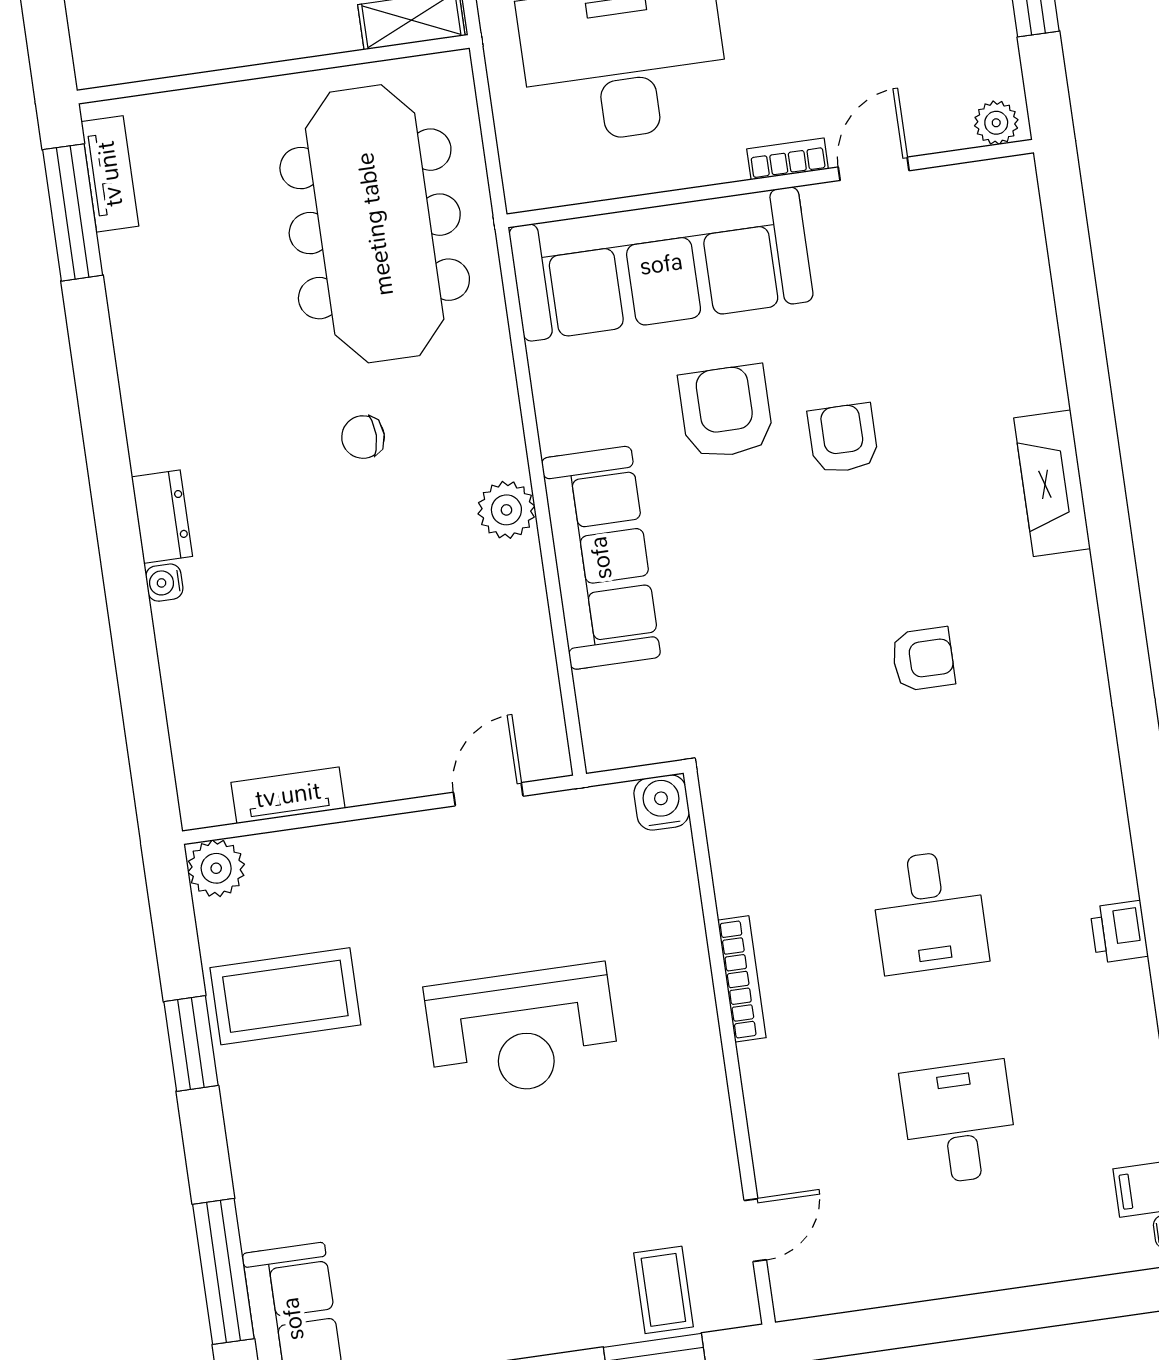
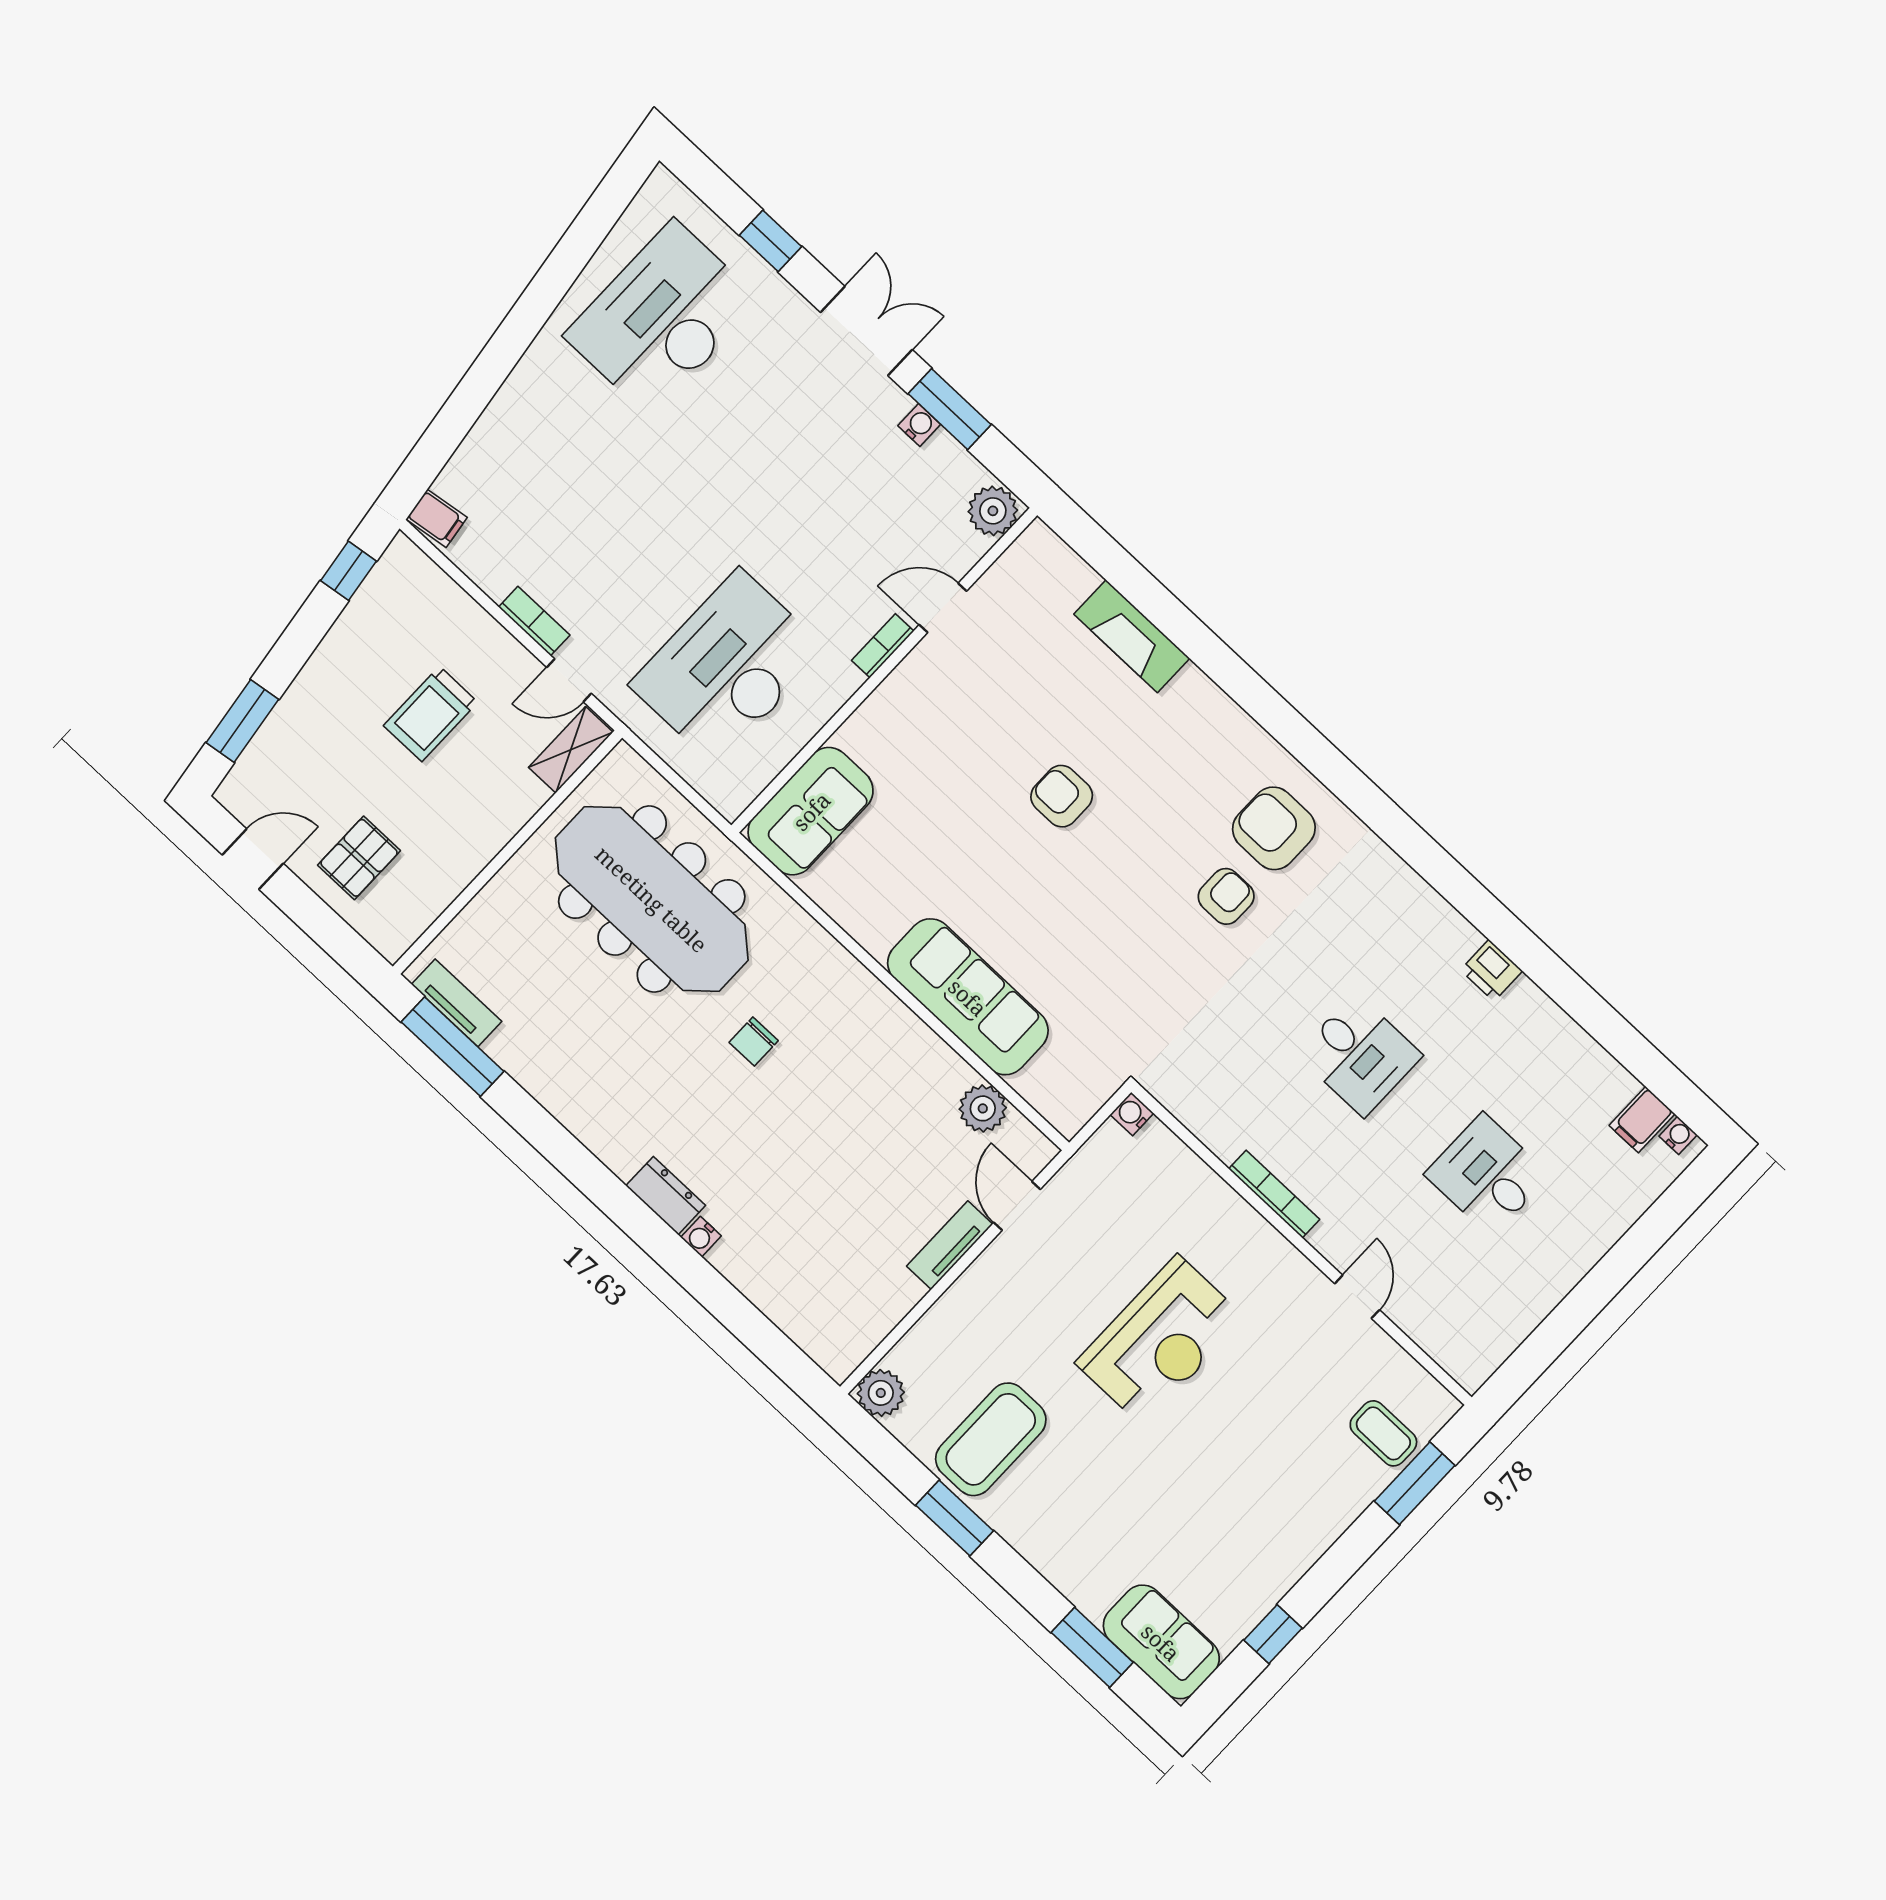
plant: (996, 123) -> (993, 511), width x1.38, depth x1.38
door: (874, 169) -> (943, 608), hinge flipped
sofa: (661, 264) -> (811, 811), width x0.54, depth x0.79
armchair: (726, 412) -> (1274, 828), moved
fireplace: (1052, 483) -> (1132, 636), moved
plant: (506, 510) -> (983, 1108), moved
tv unit: (288, 795) -> (950, 1245), moved
water cooler: (662, 802) -> (1132, 1114), width x0.72, depth x0.72
door: (755, 1230) -> (1357, 1297), moved
window: (223, 1271) -> (1092, 1647), width x0.69

